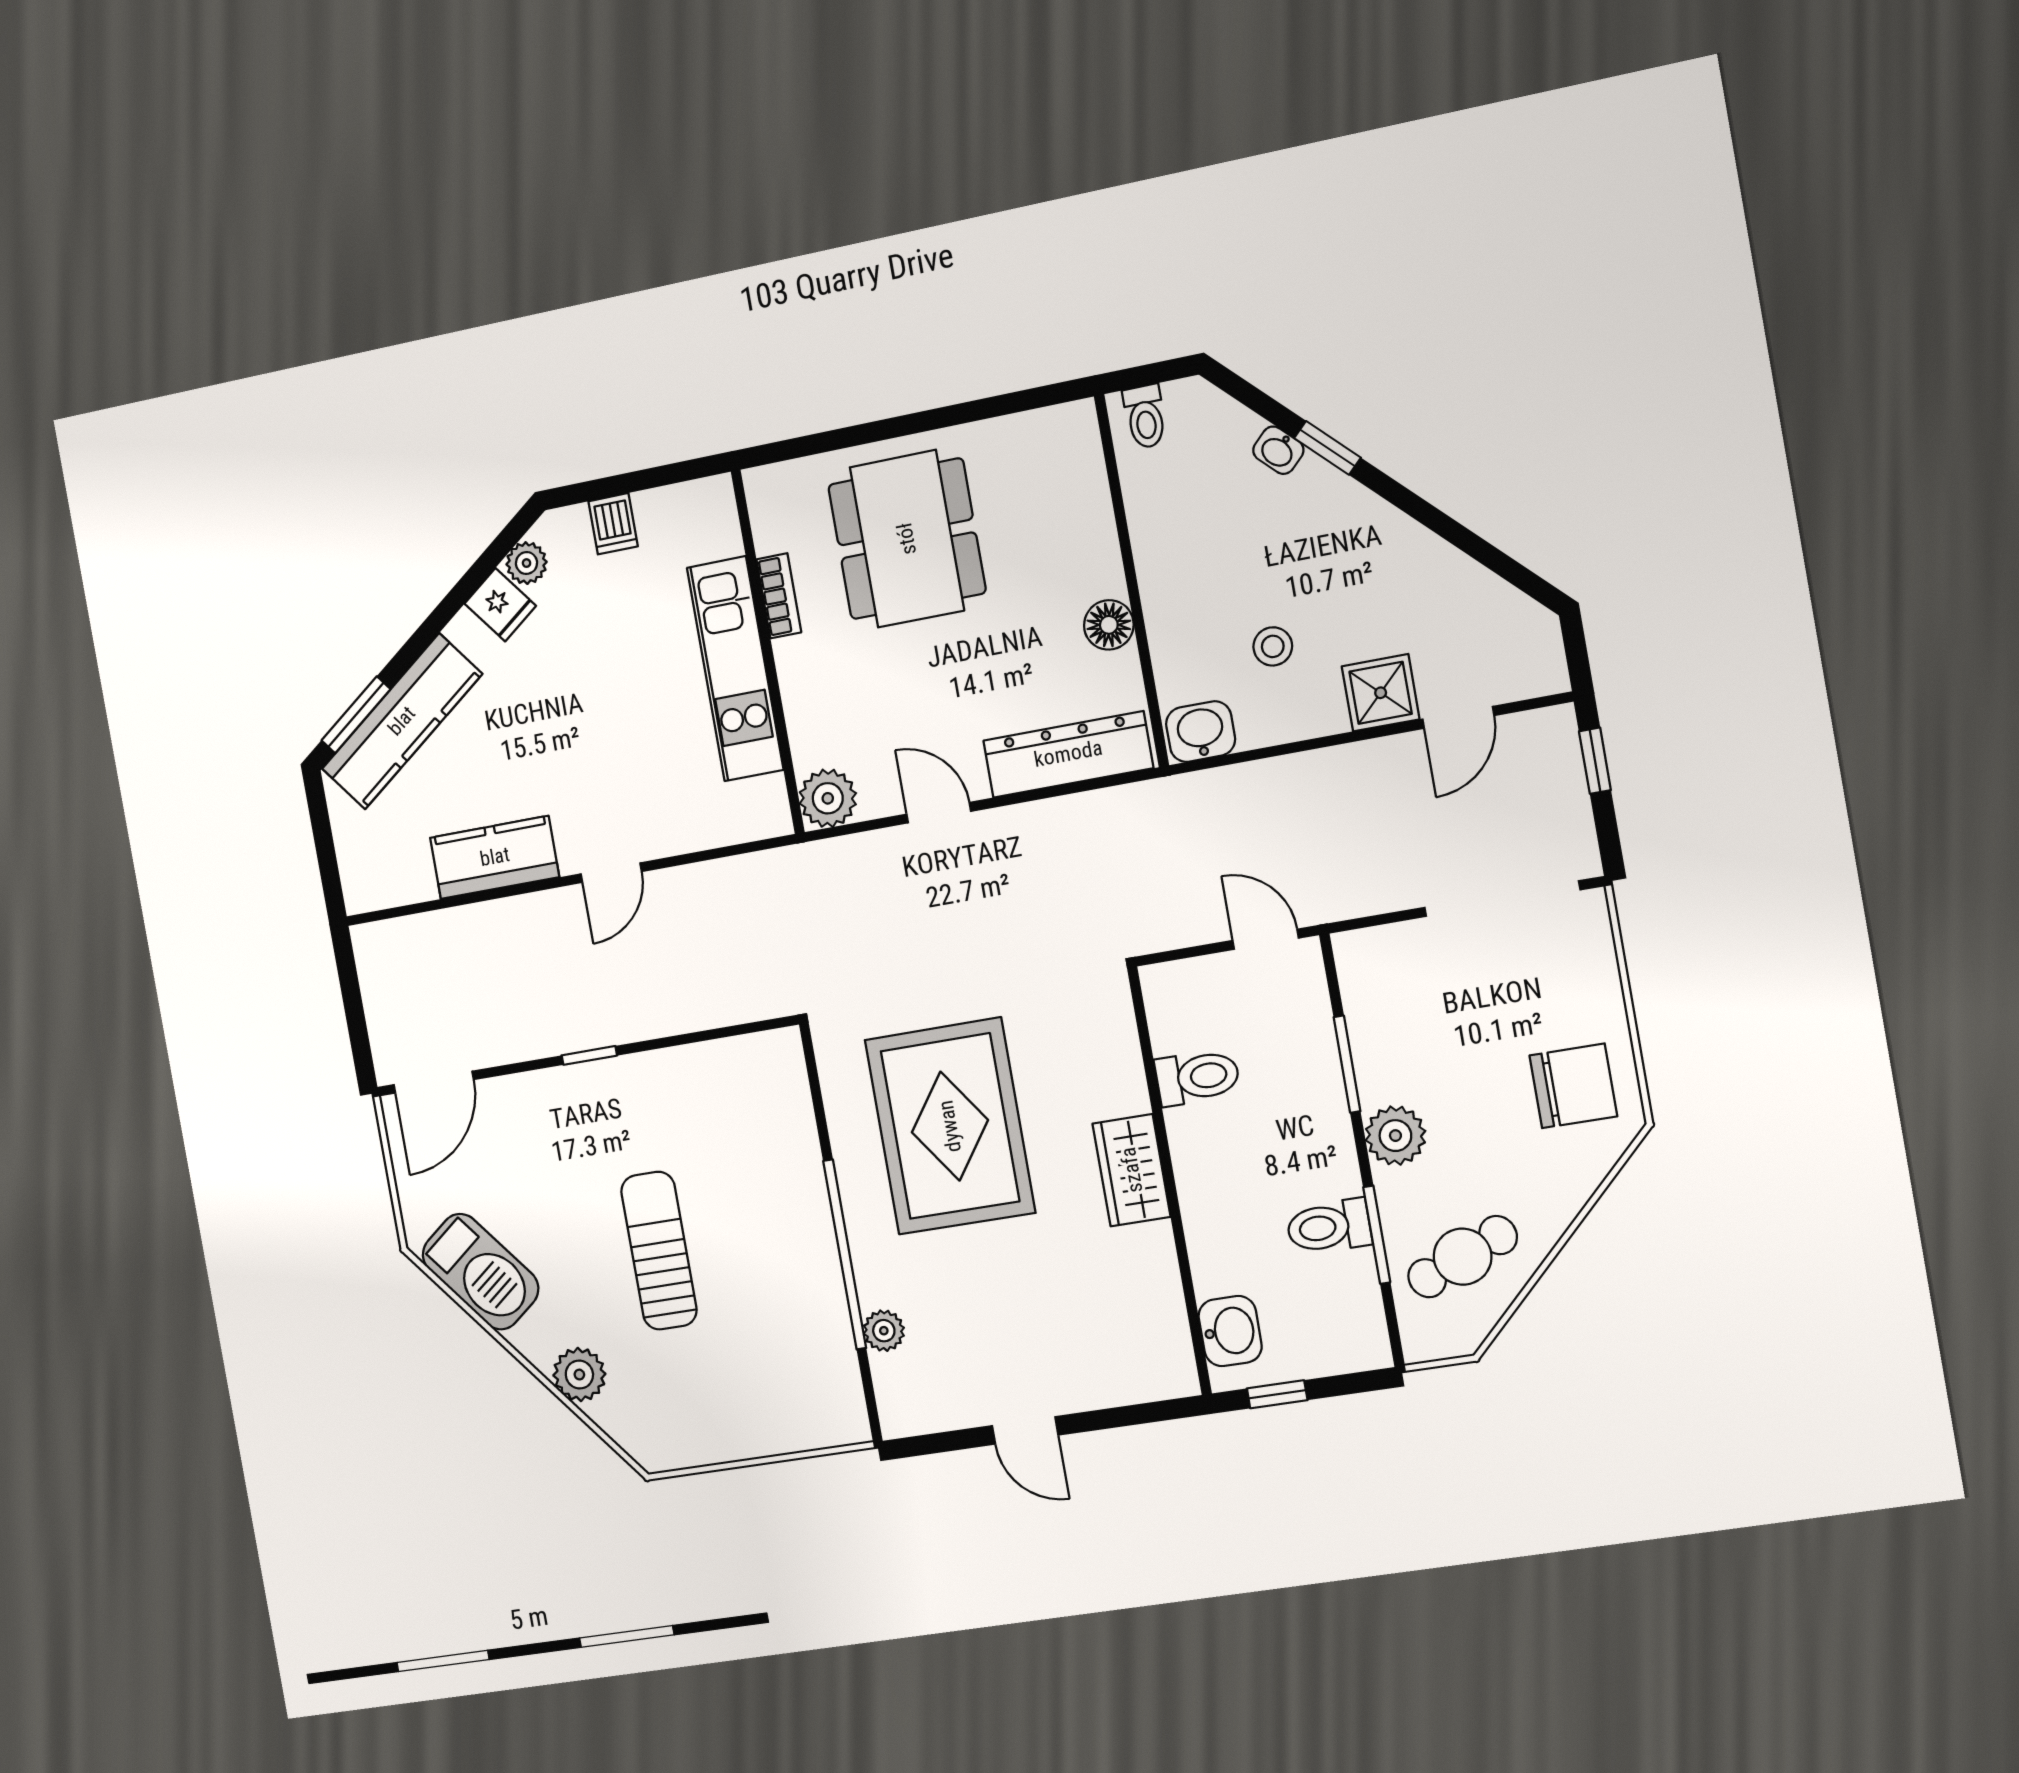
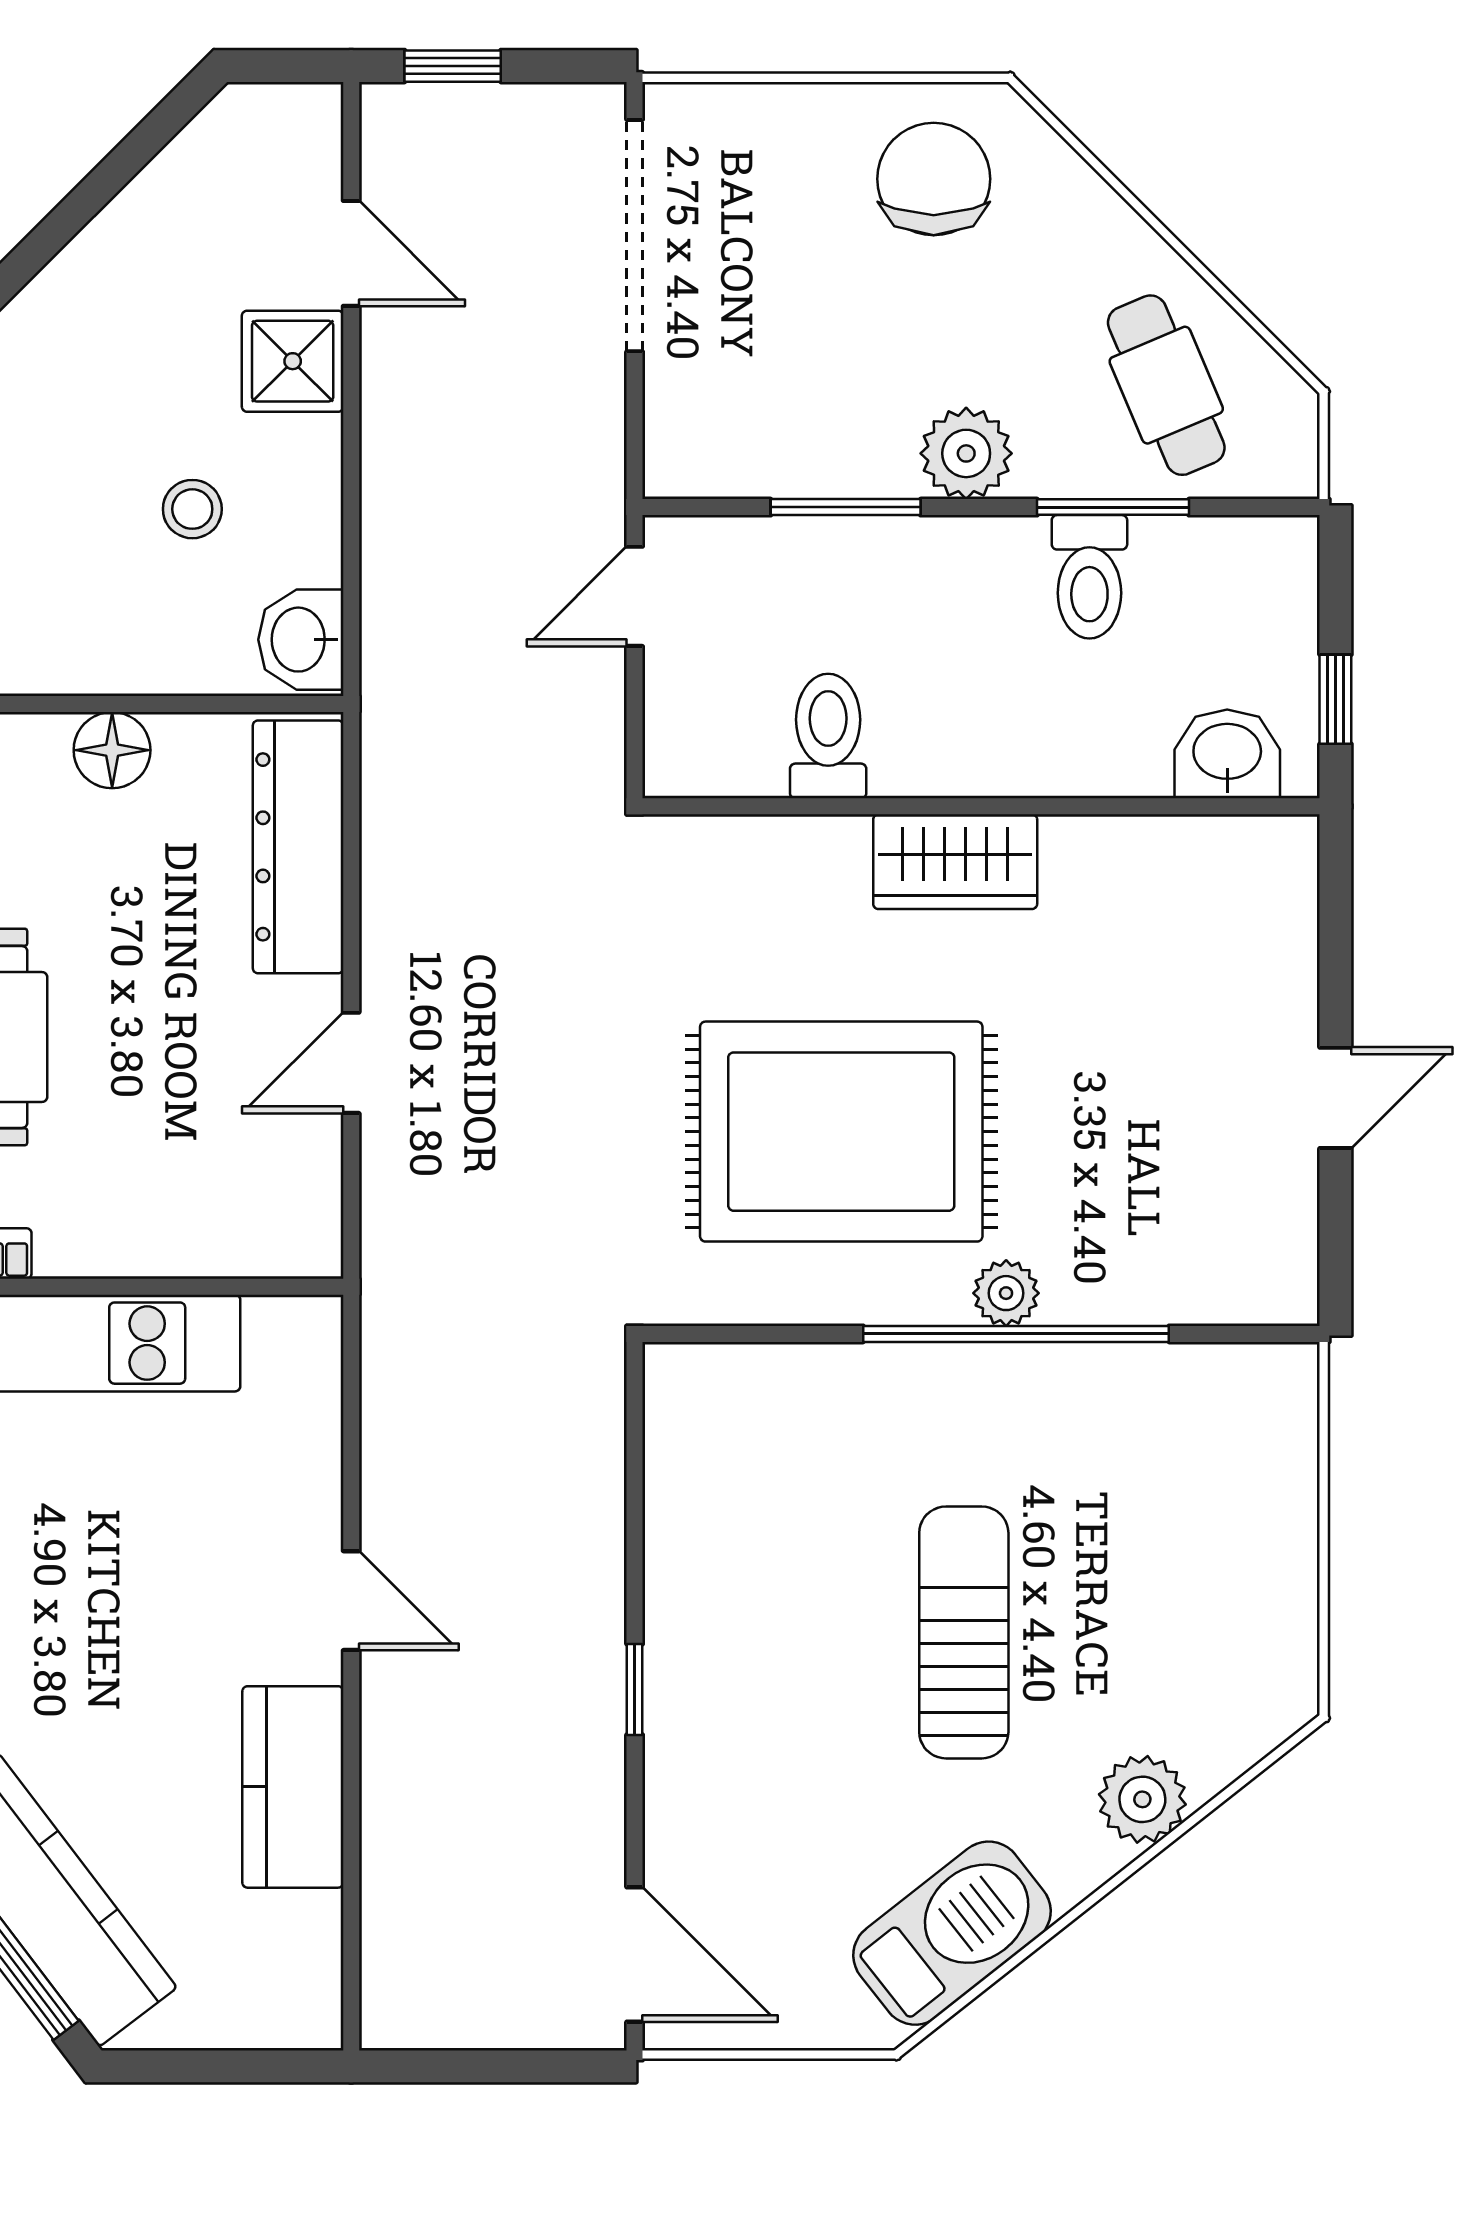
plant: (828, 798) -> (297, 1233), removed
sun lounger: (659, 1251) -> (964, 1632), turned 90
plant: (884, 1331) -> (1006, 1293), moved

